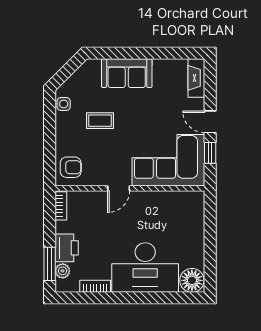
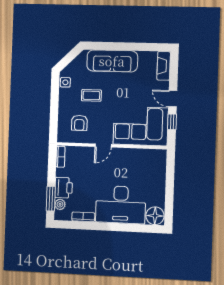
sofa: (127, 73) -> (112, 61), width x1.36
armchair: (71, 167) -> (79, 123), moved, turned 90

